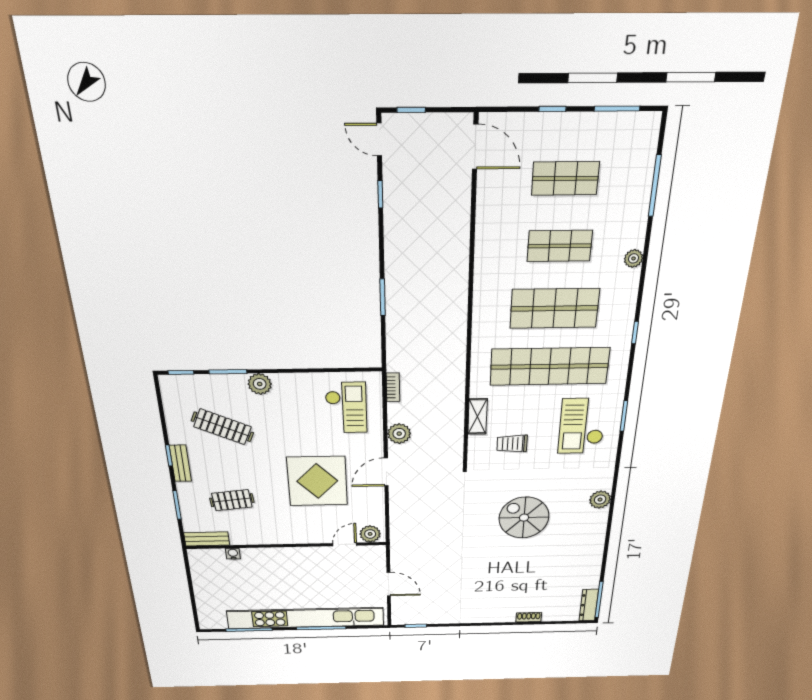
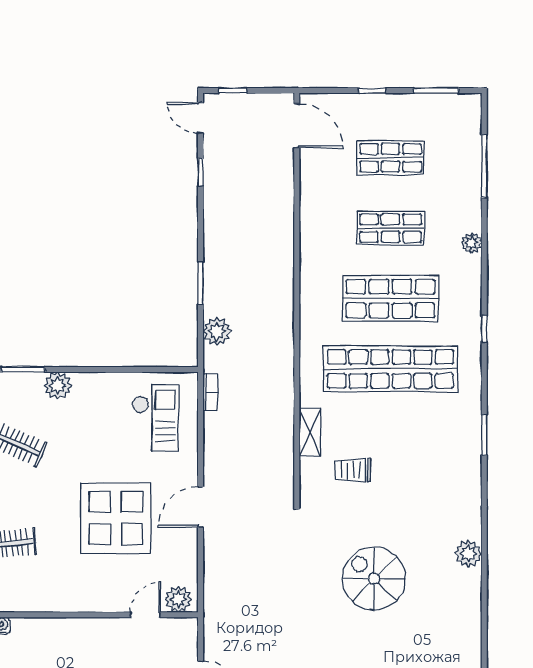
checkout: (582, 426) -> (435, 448), removed
plant: (399, 434) -> (217, 331), moved

